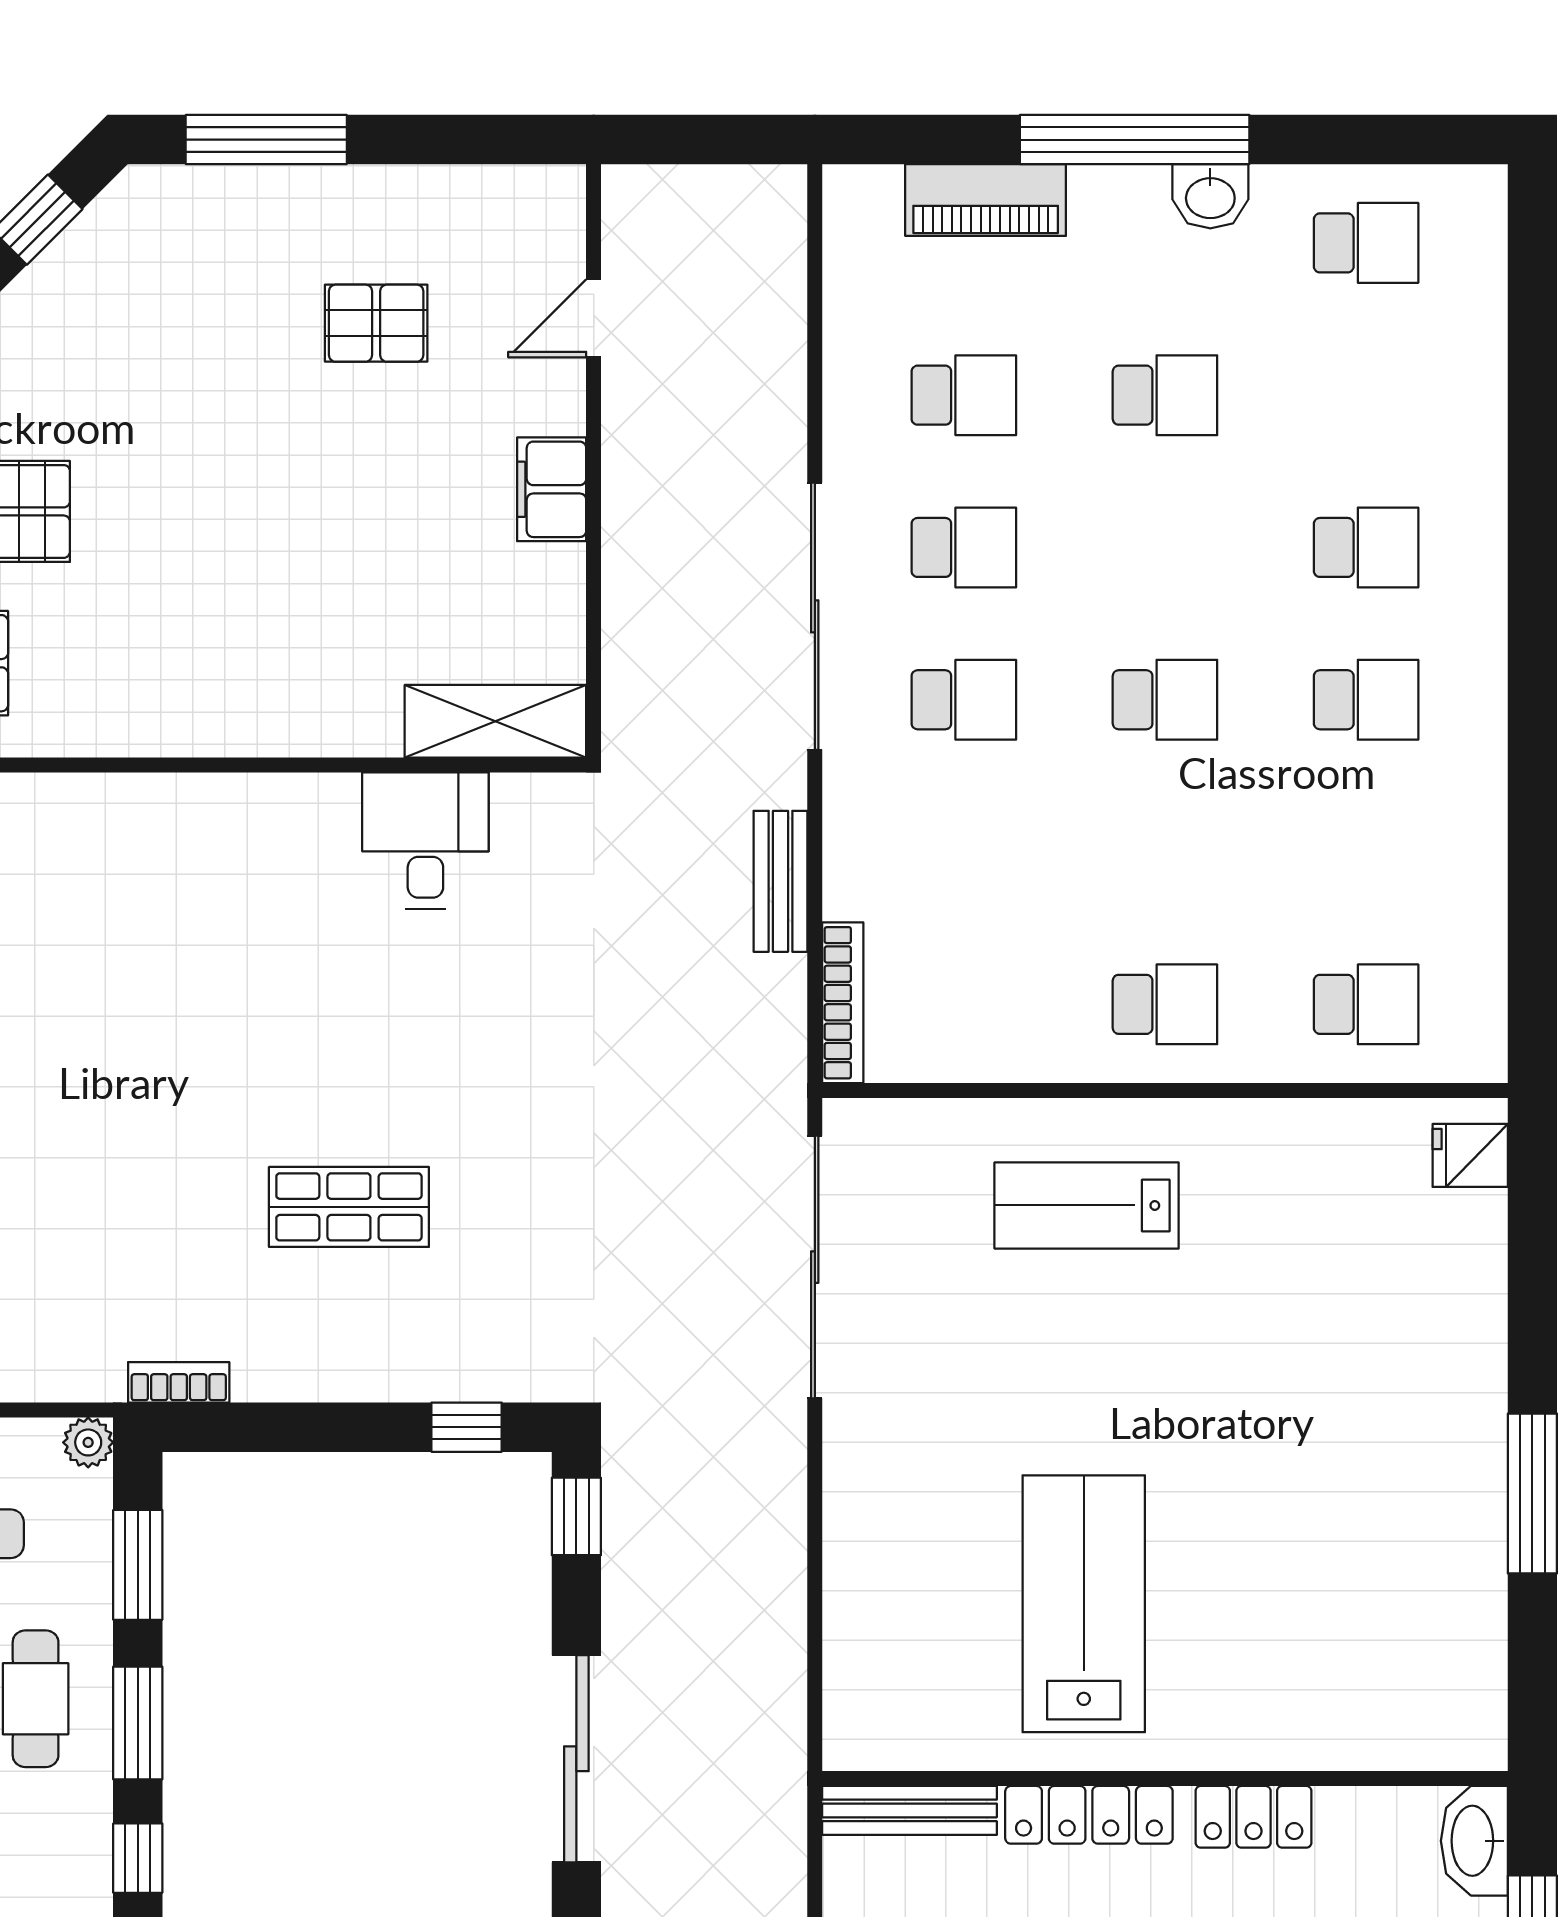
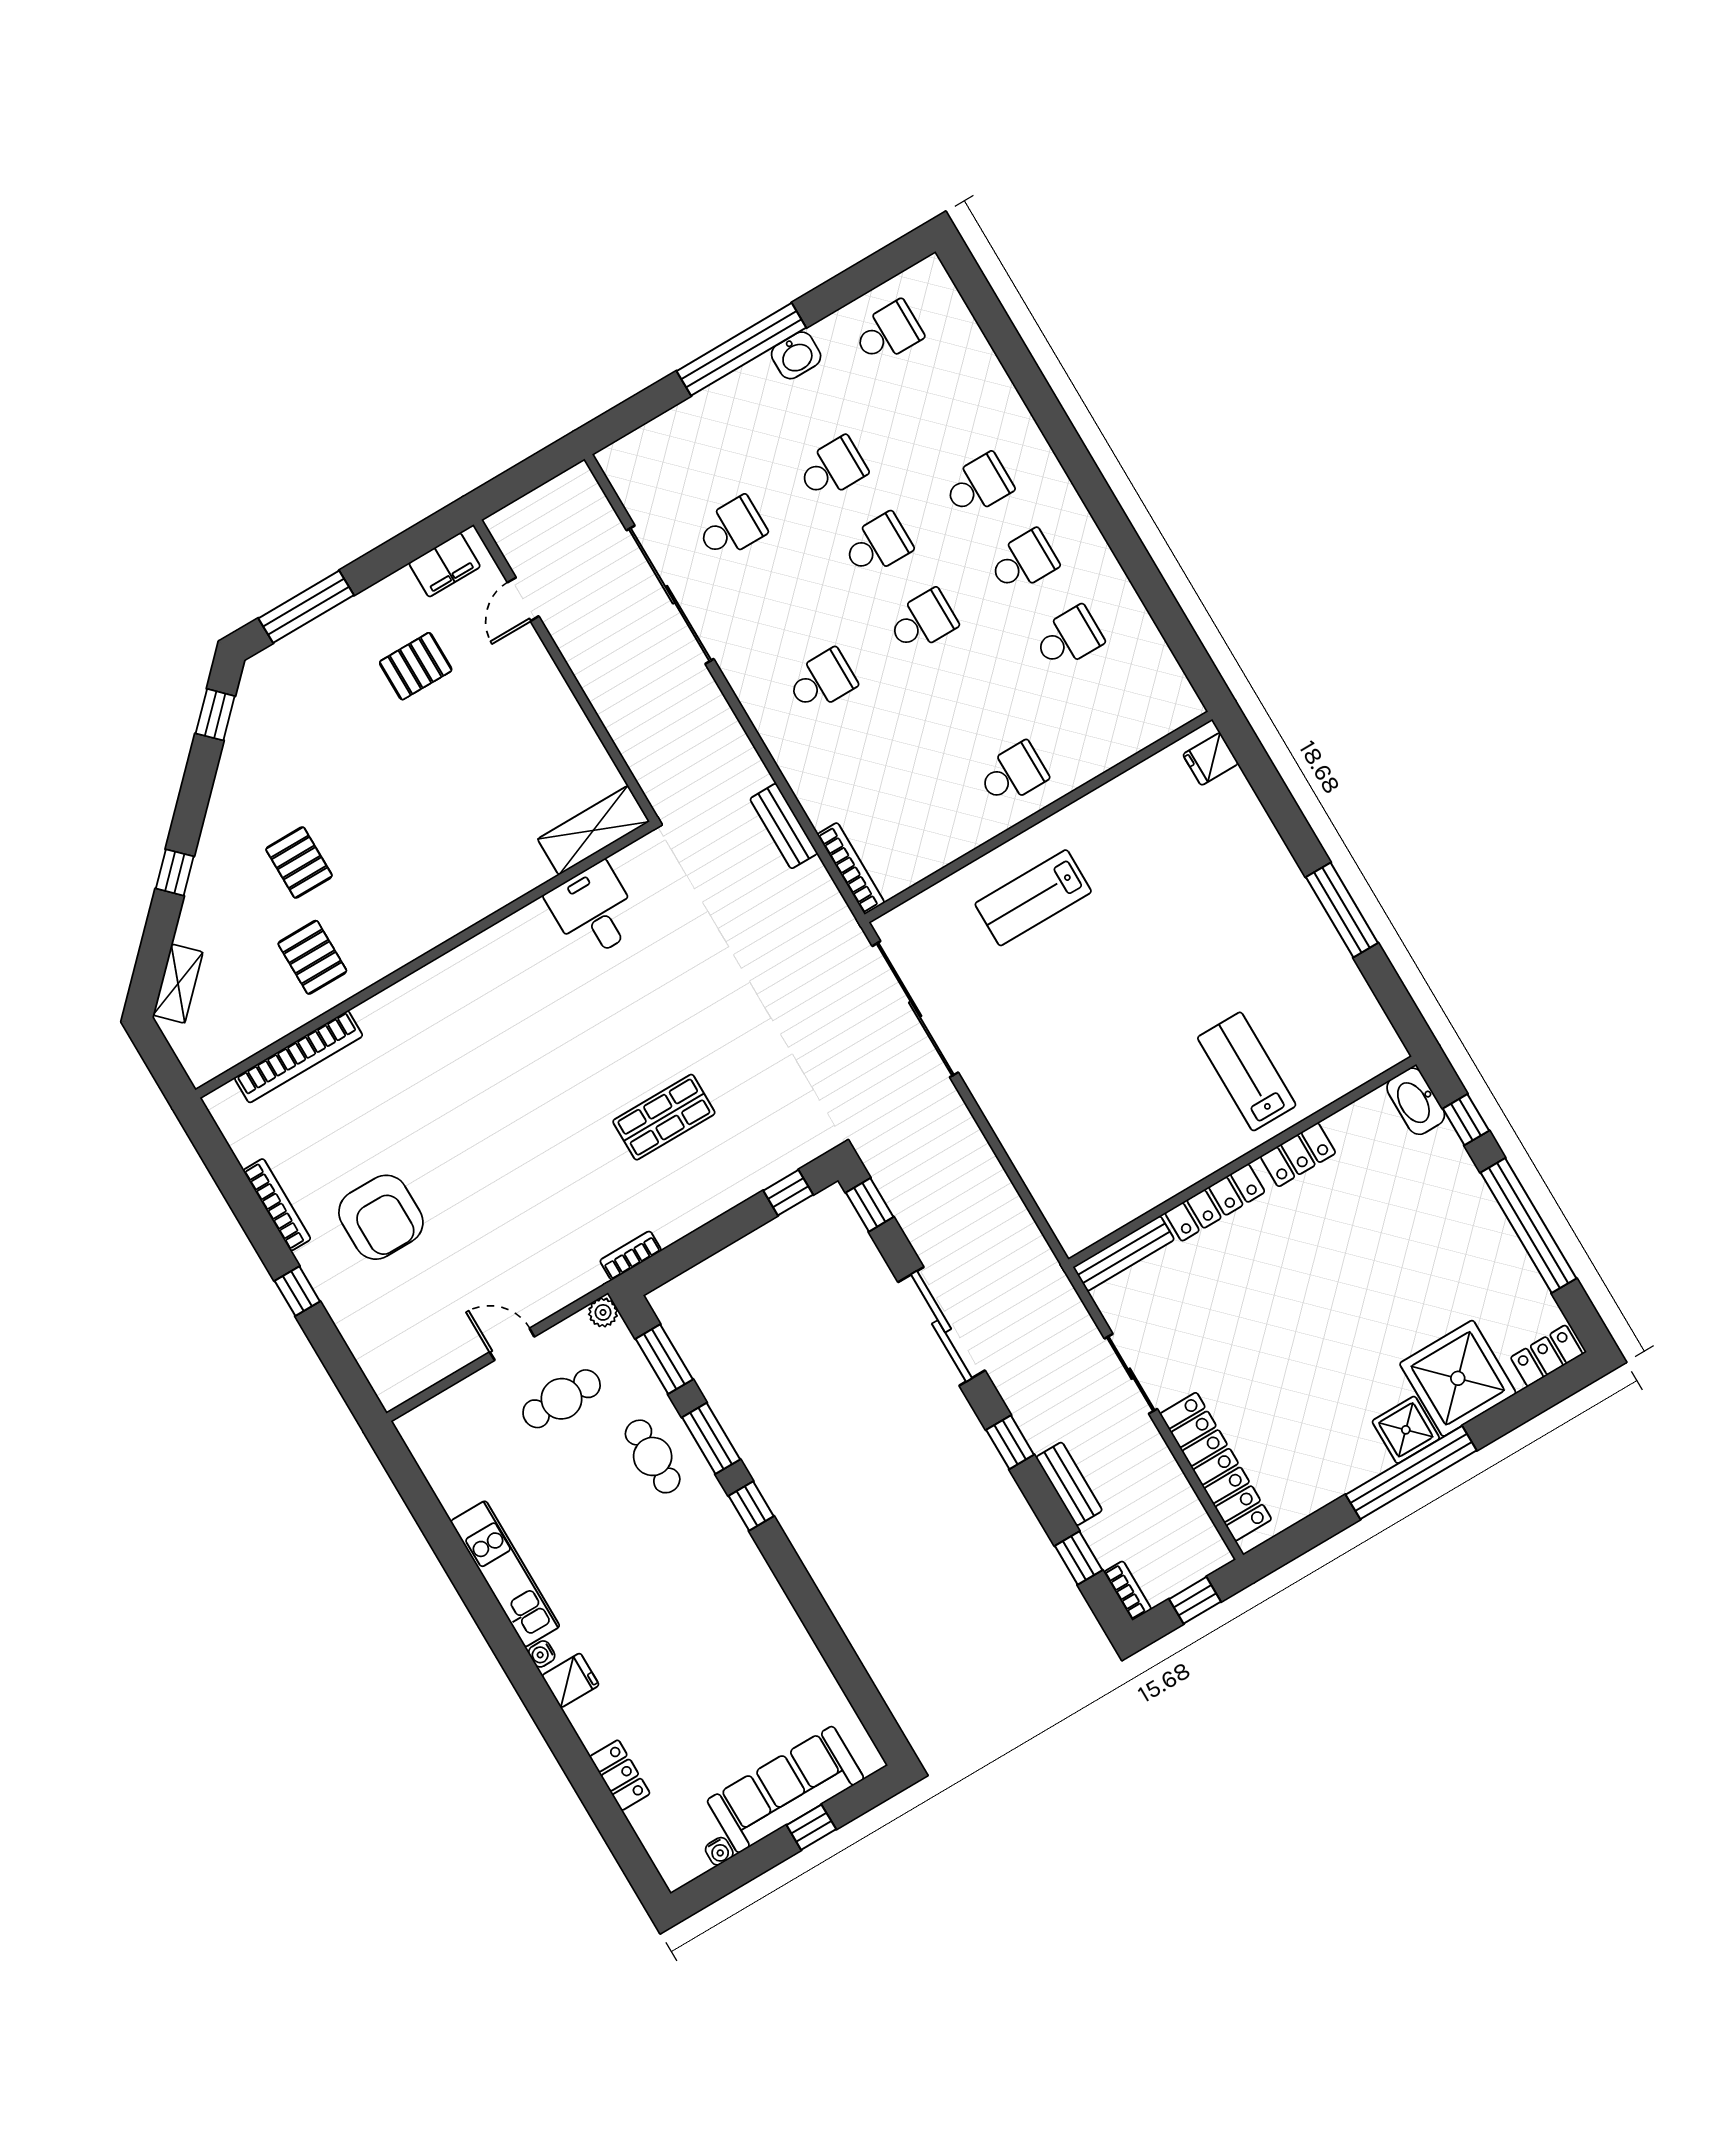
piano: (986, 200) -> (685, 424), removed
filing cabinet: (552, 489) -> (445, 565), moved, turned -90
school desk: (964, 547) -> (877, 545), moved
sliding door: (815, 616) -> (670, 595), moved
school desk: (1366, 1004) -> (1069, 638), moved
lab bench: (1084, 1604) -> (1247, 1071), moved, width x0.73, depth x0.72

